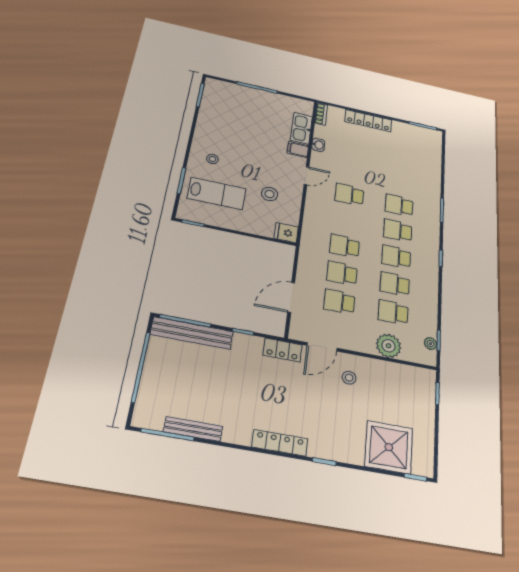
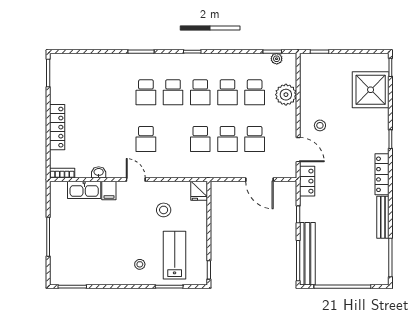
bench: (193, 429) -> (383, 217), moved

